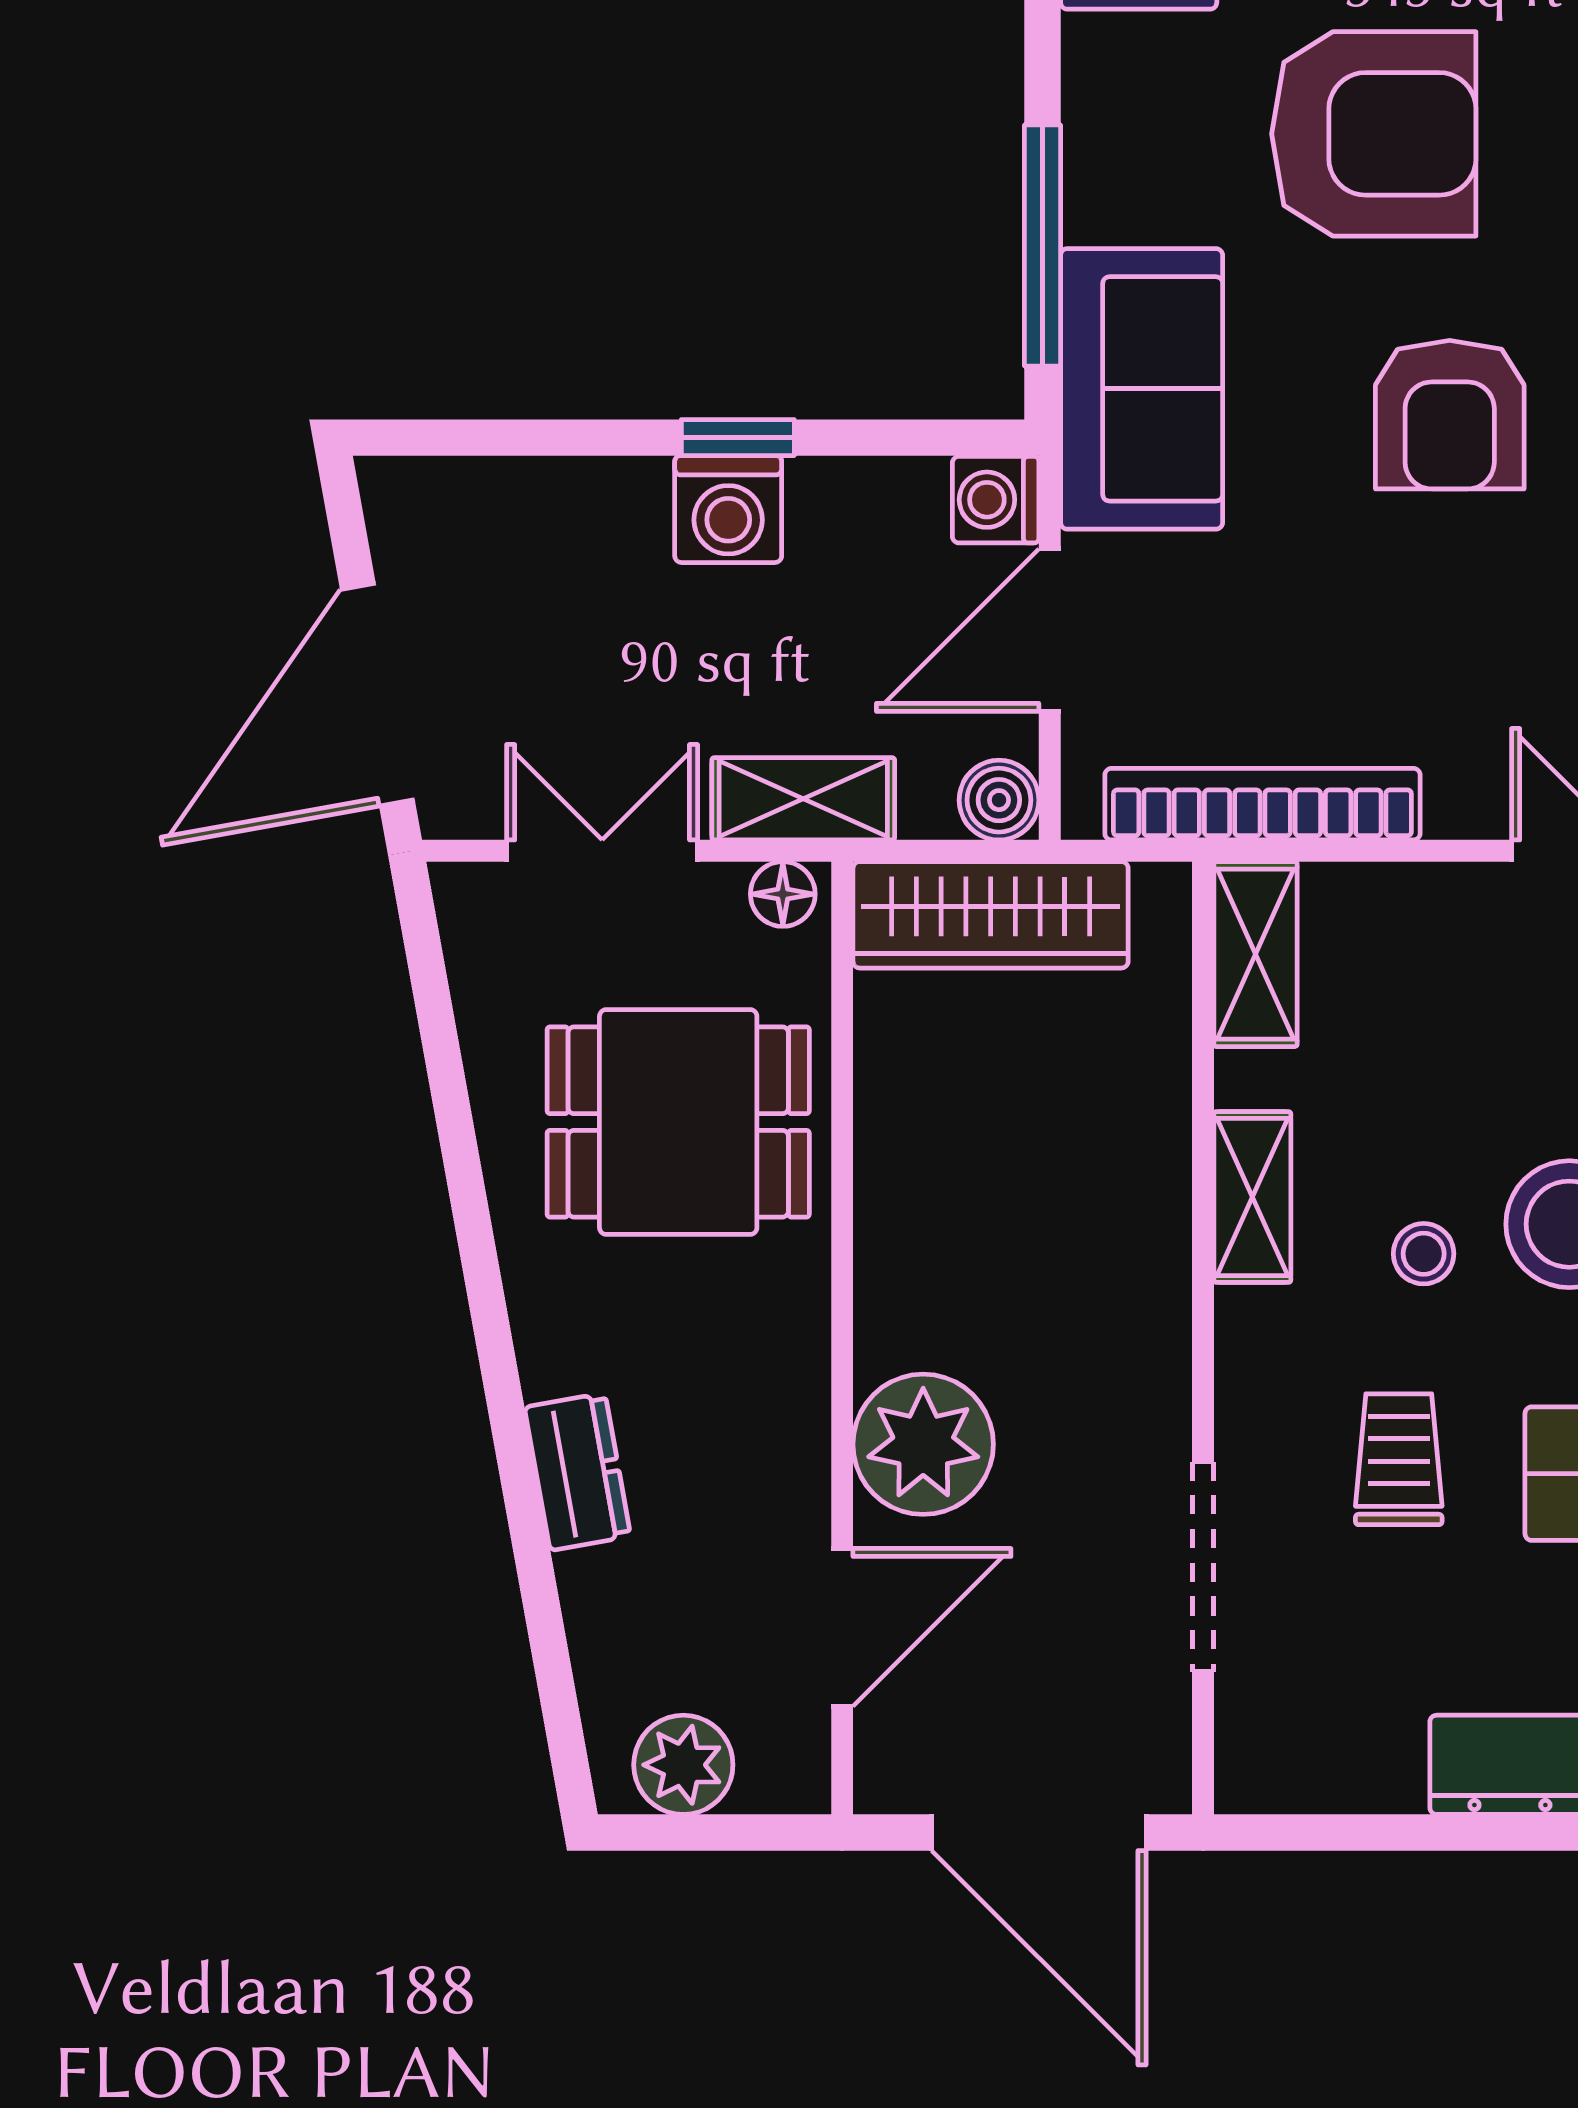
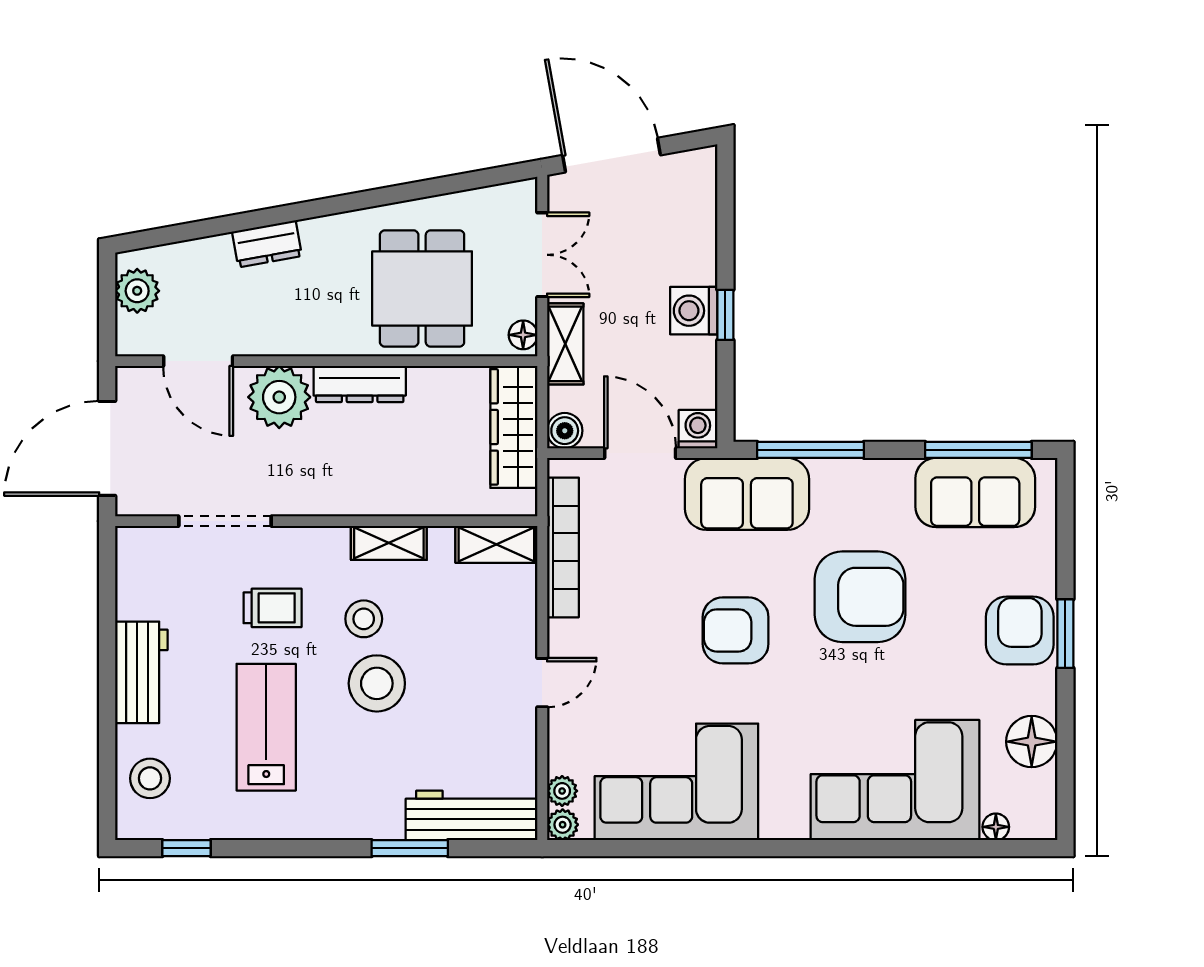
armchair: (1374, 134) -> (860, 597), turned -90
stool: (1424, 1254) -> (364, 619), width x1.37, depth x1.37
dresser: (894, 1263) -> (360, 384), added

